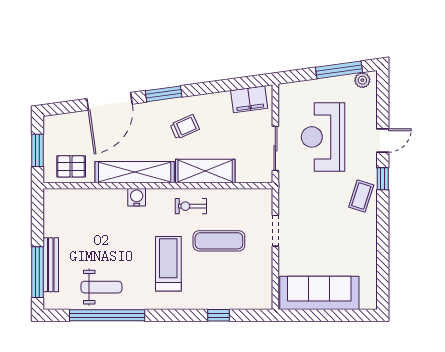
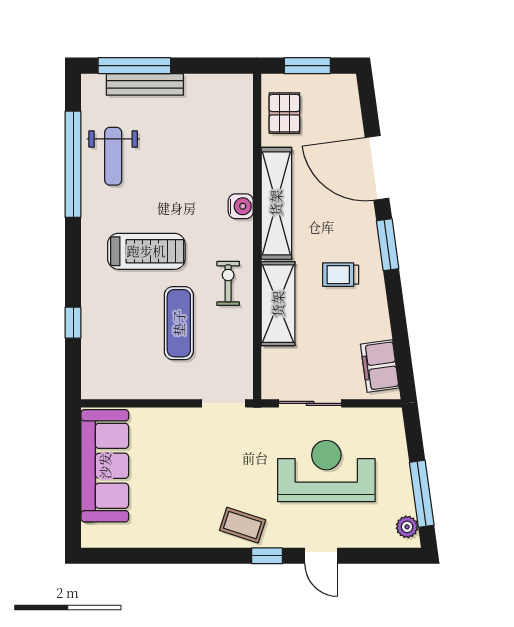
trolley: (185, 127) -> (341, 275), turned 114
doorway: (275, 231) -> (224, 403), moved

